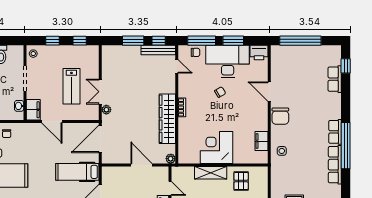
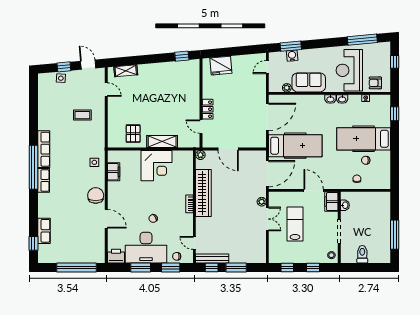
window: (202, 41) -> (171, 267), width x0.69
hospital bed: (77, 172) -> (295, 146), width x1.37, depth x1.29

